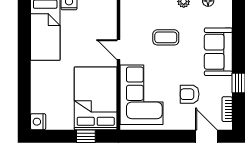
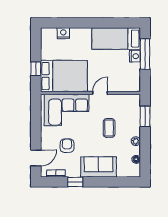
nightstand: (38, 122) -> (63, 33), moved

